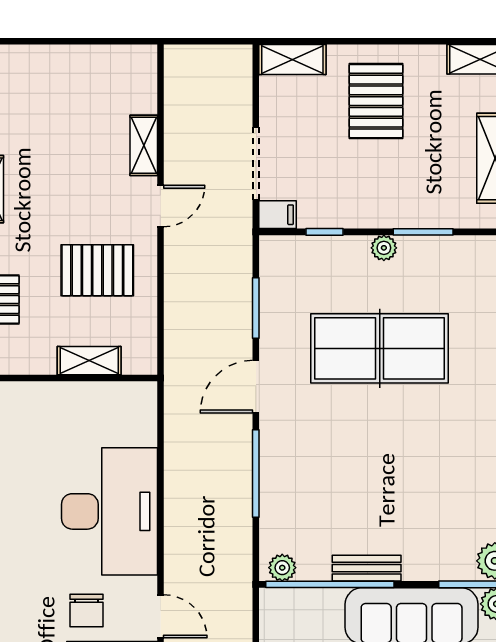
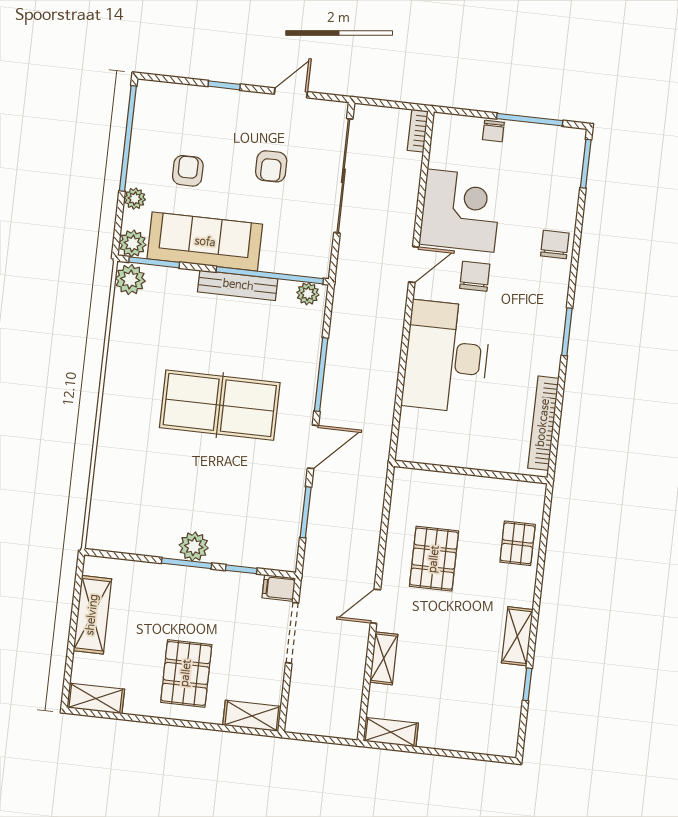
window: (423, 232) -> (187, 563), moved
plant: (384, 248) -> (194, 546), width x1.38, depth x1.38
pallet: (97, 270) -> (434, 559), turned 90
table tennis table: (380, 348) -> (220, 405), moved
shelving: (89, 361) -> (391, 732), moved
bench: (367, 568) -> (238, 285), width x1.36
door: (160, 616) -> (414, 265), swing flipped

